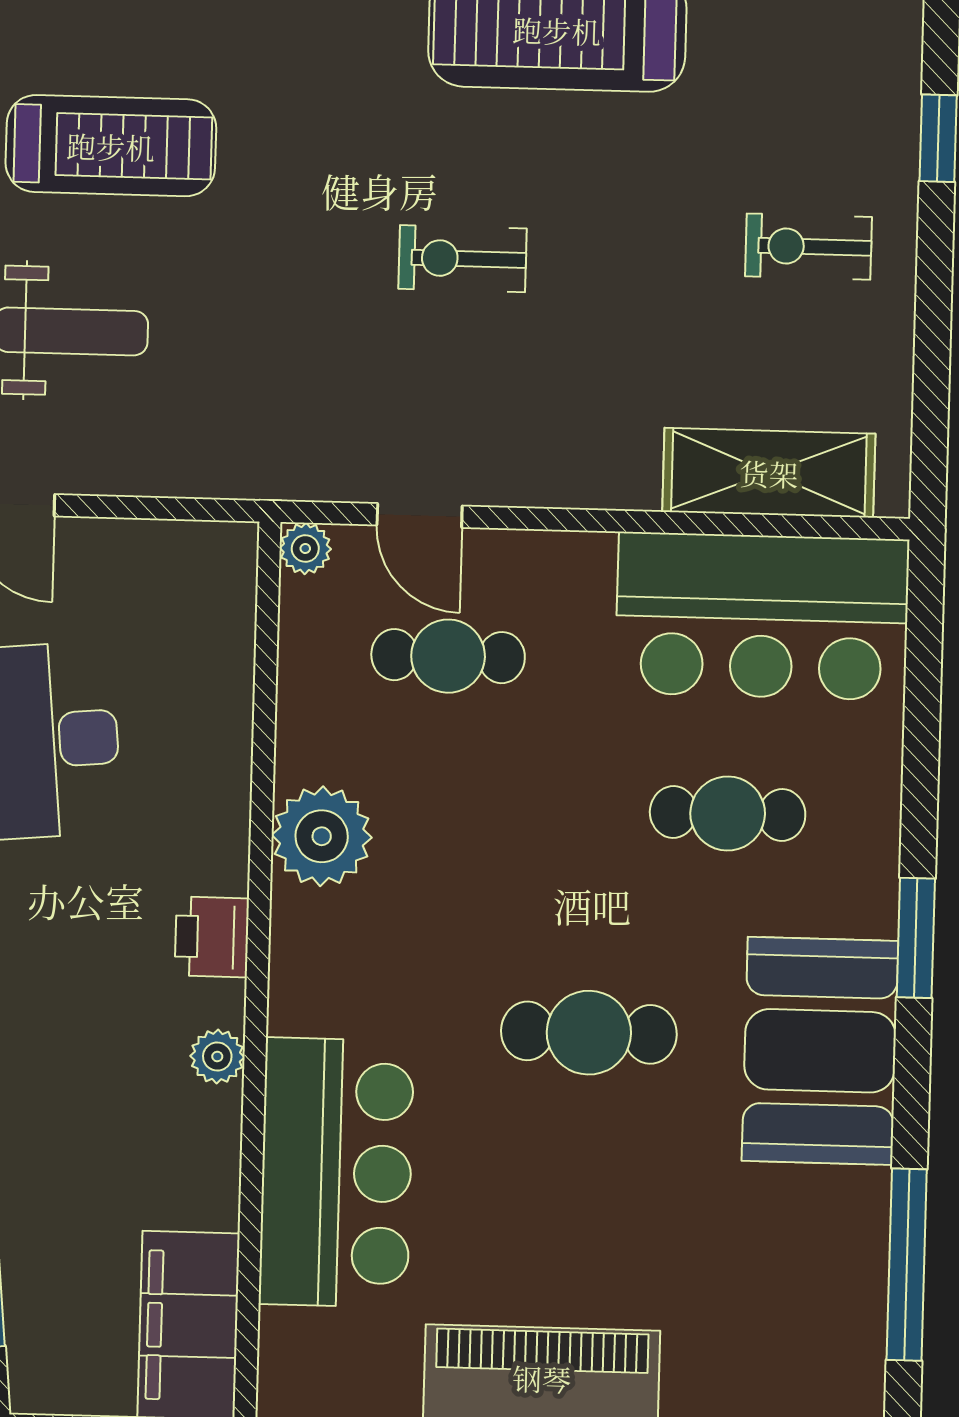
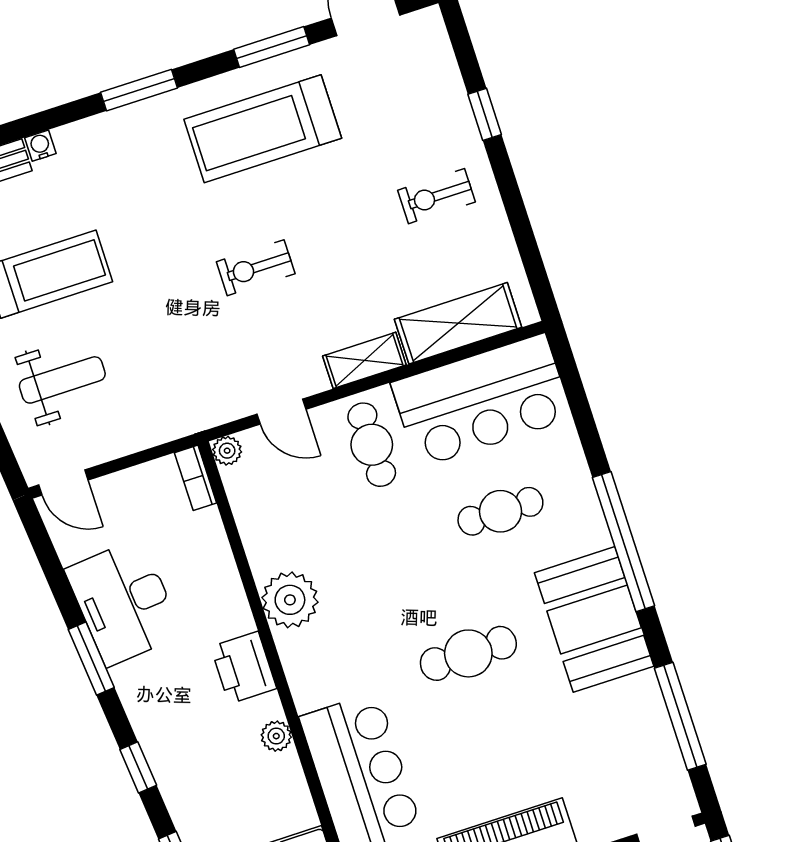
shelving: (590, 479) -> (364, 360), added
bookcase: (236, 575) -> (196, 478), added
cafe table: (448, 656) -> (372, 445), moved, turned 90
printer: (212, 937) -> (244, 668), width x1.36, depth x1.24
window: (916, 938) -> (623, 542), width x2.11

